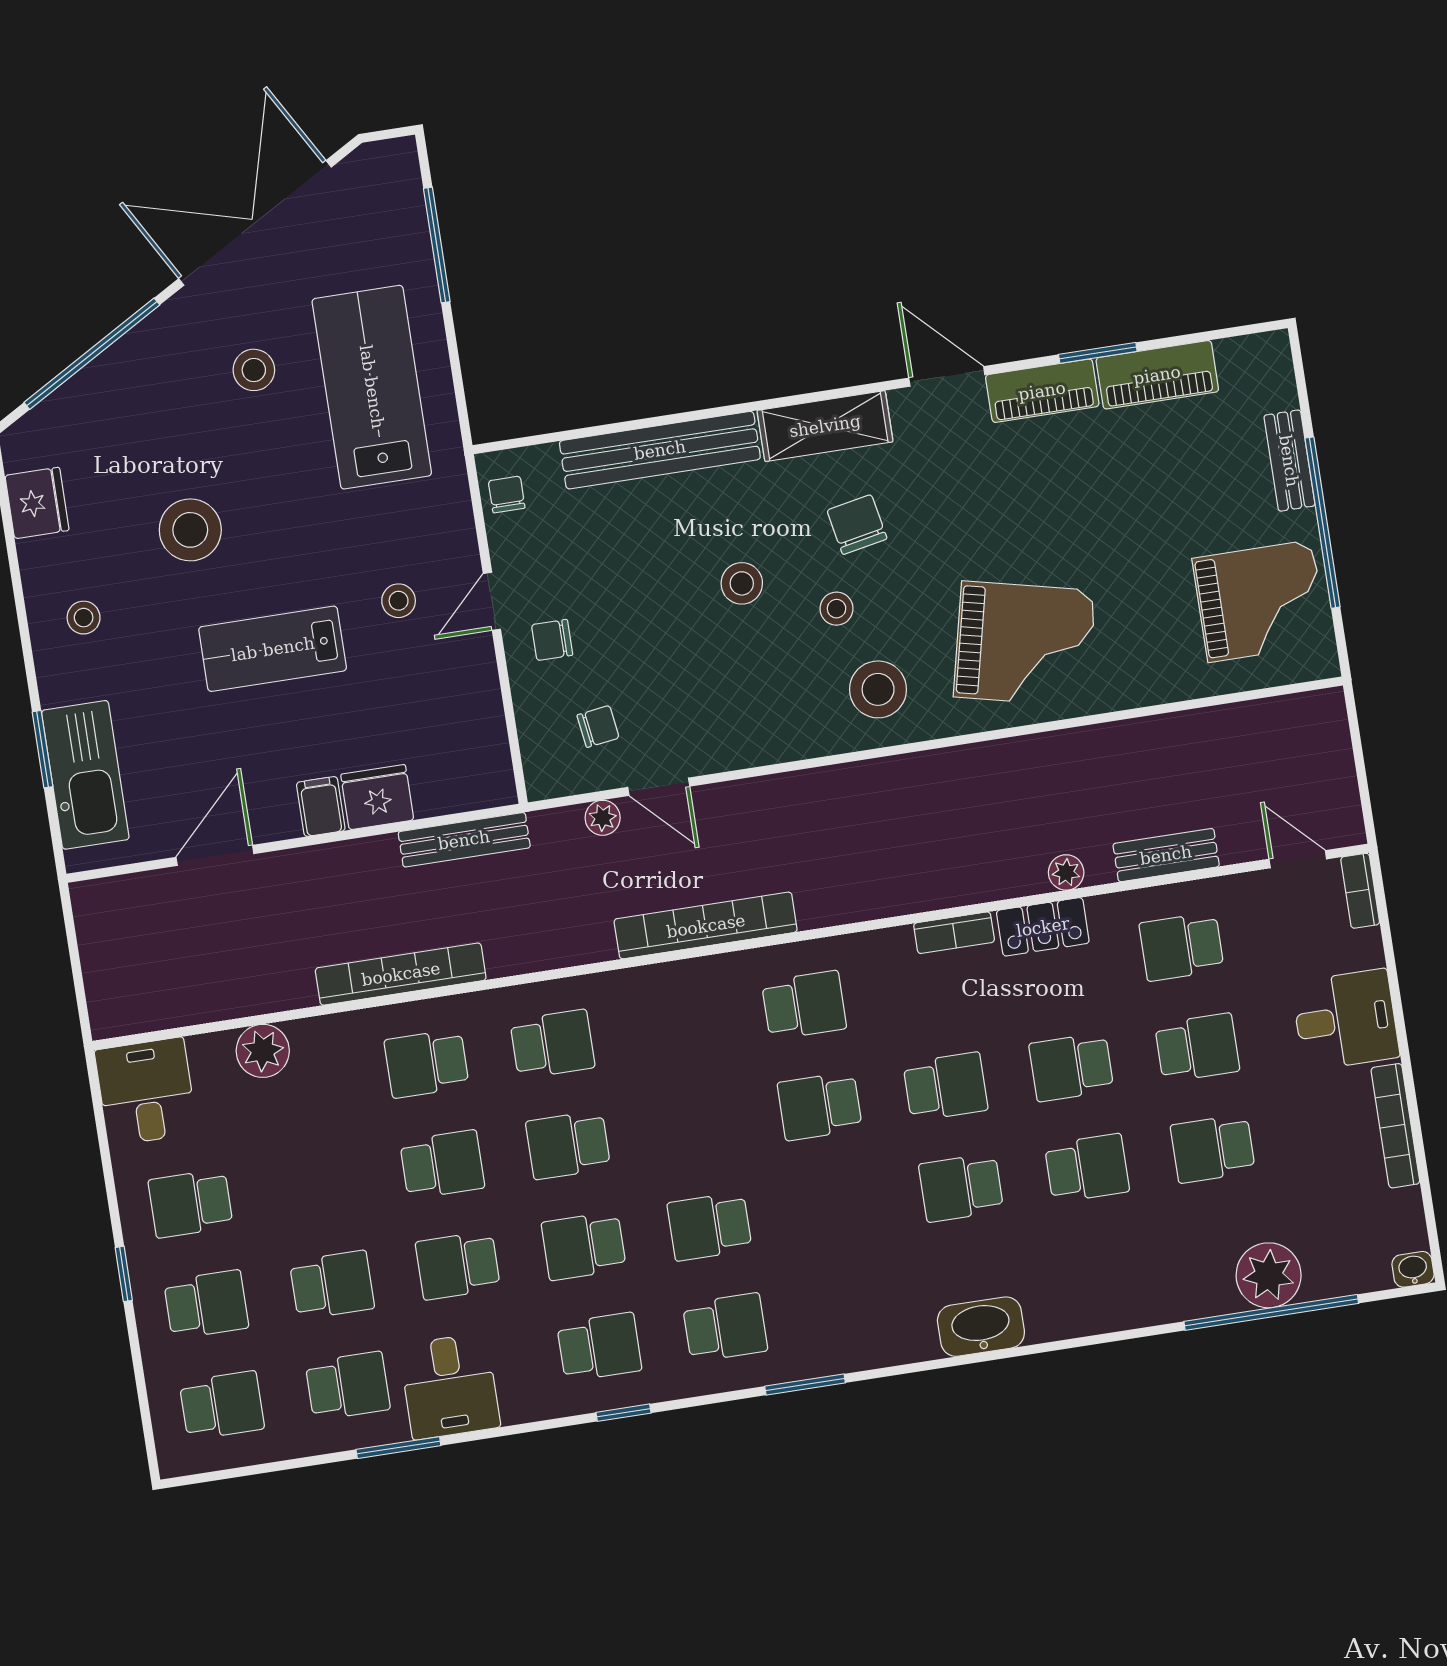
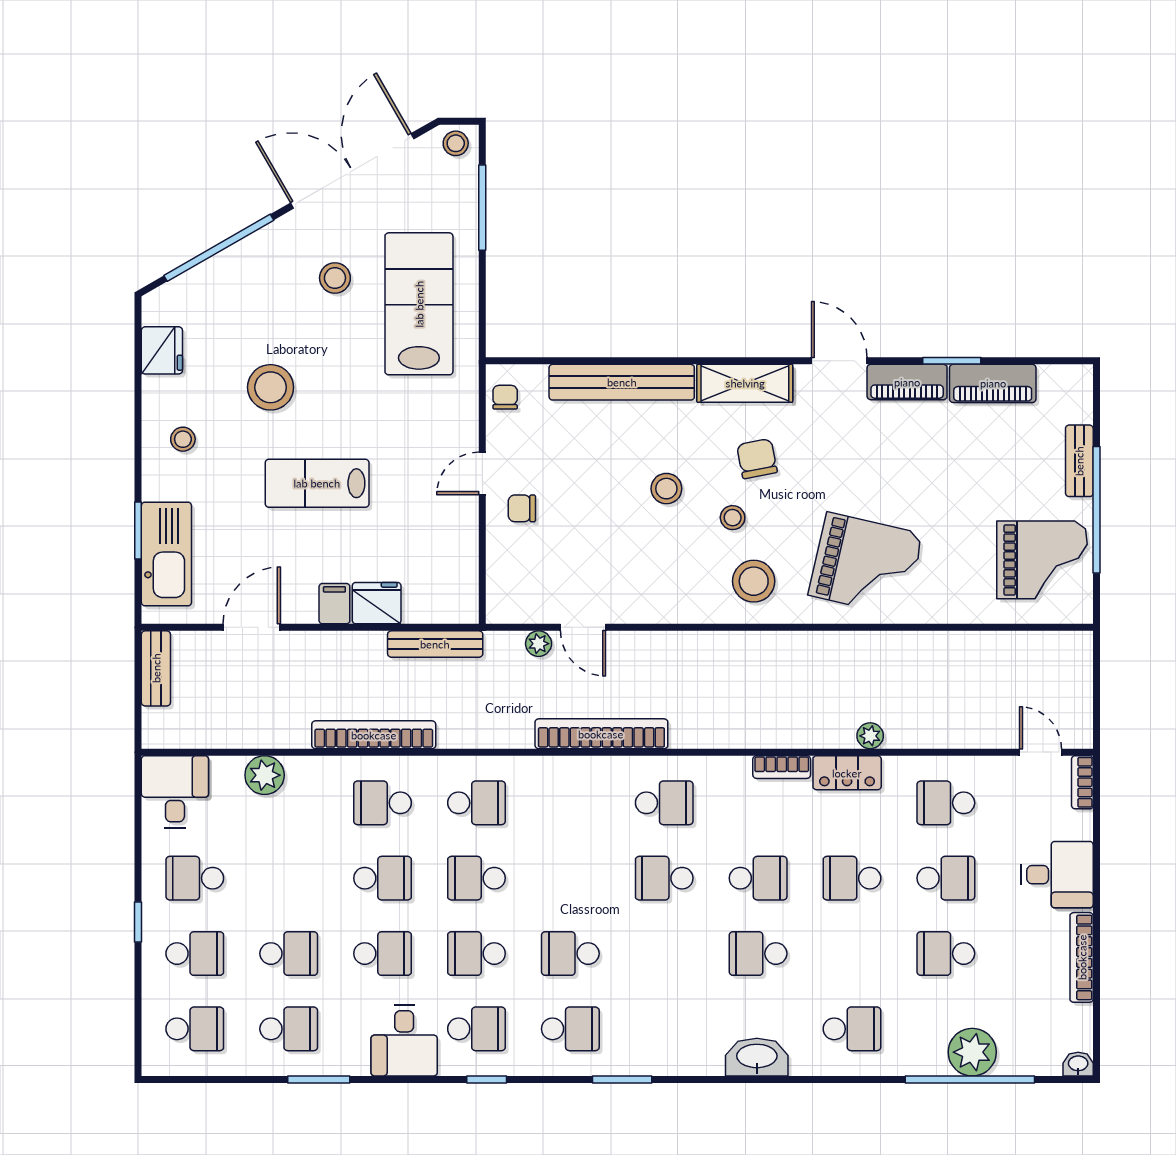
stool: (399, 601) -> (456, 143), moved
chair: (598, 726) -> (545, 577), removed
bench: (1166, 855) -> (156, 668), moved, turned 90
school desk: (1087, 1168) -> (852, 1029), moved
school desk: (458, 1265) -> (383, 954), turned 180
desk: (450, 1386) -> (404, 1041), moved

